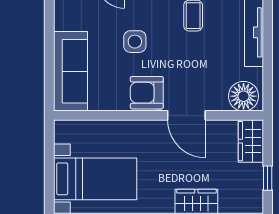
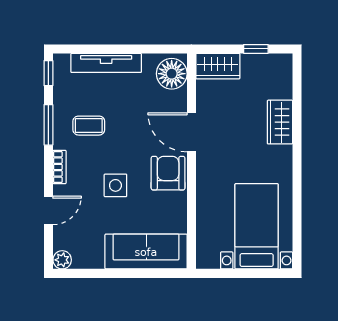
armchair: (147, 93) -> (168, 173), turned 180
door: (186, 115) -> (191, 132), swing flipped

